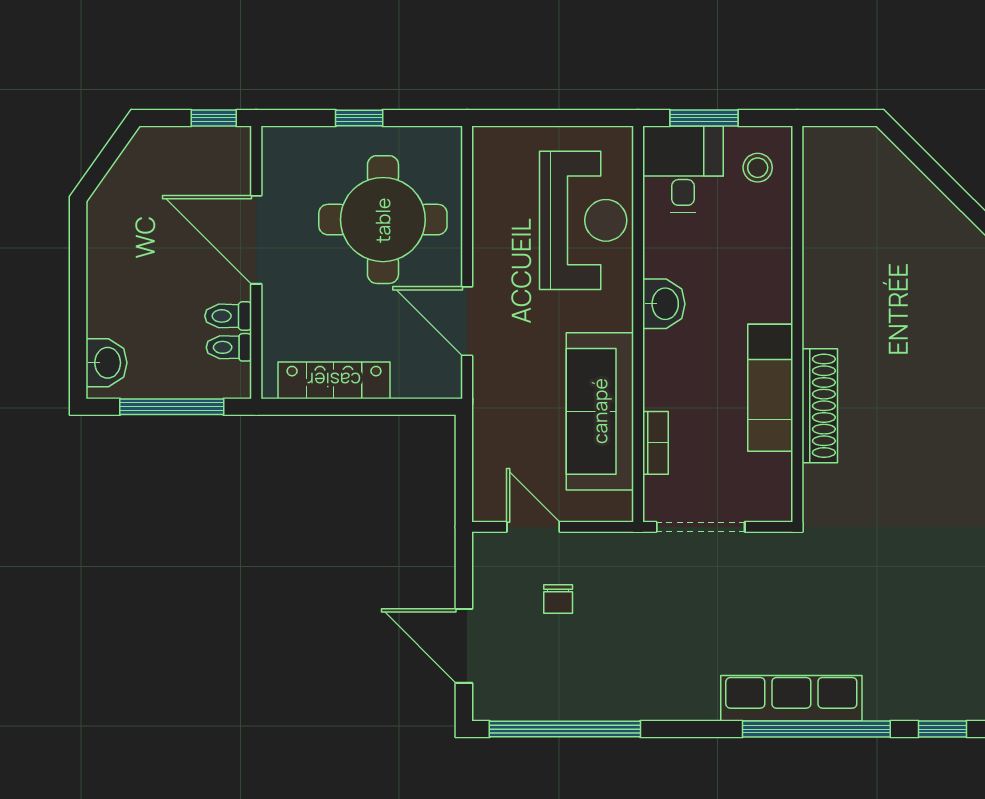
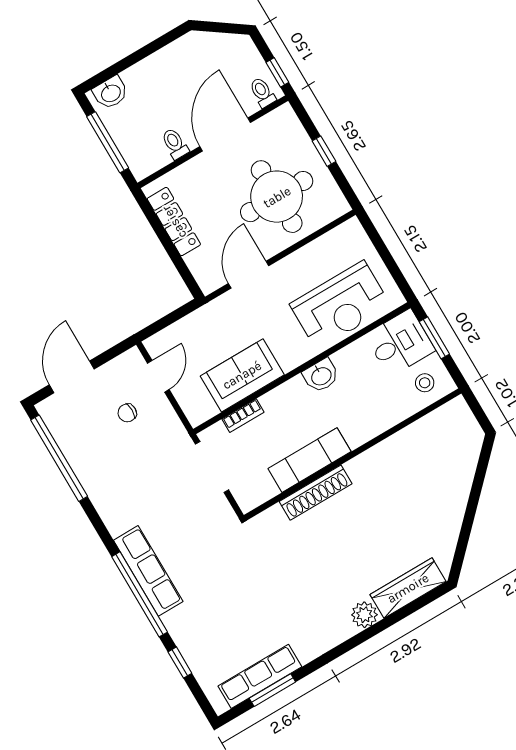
toilet: (229, 347) -> (262, 92), moved
sofa: (600, 411) -> (242, 375), width x0.73

